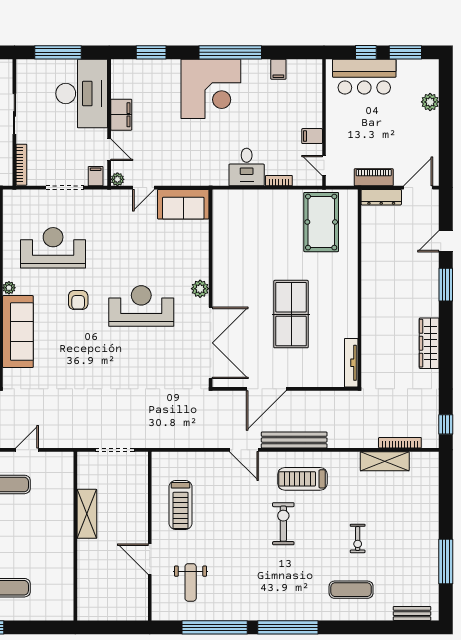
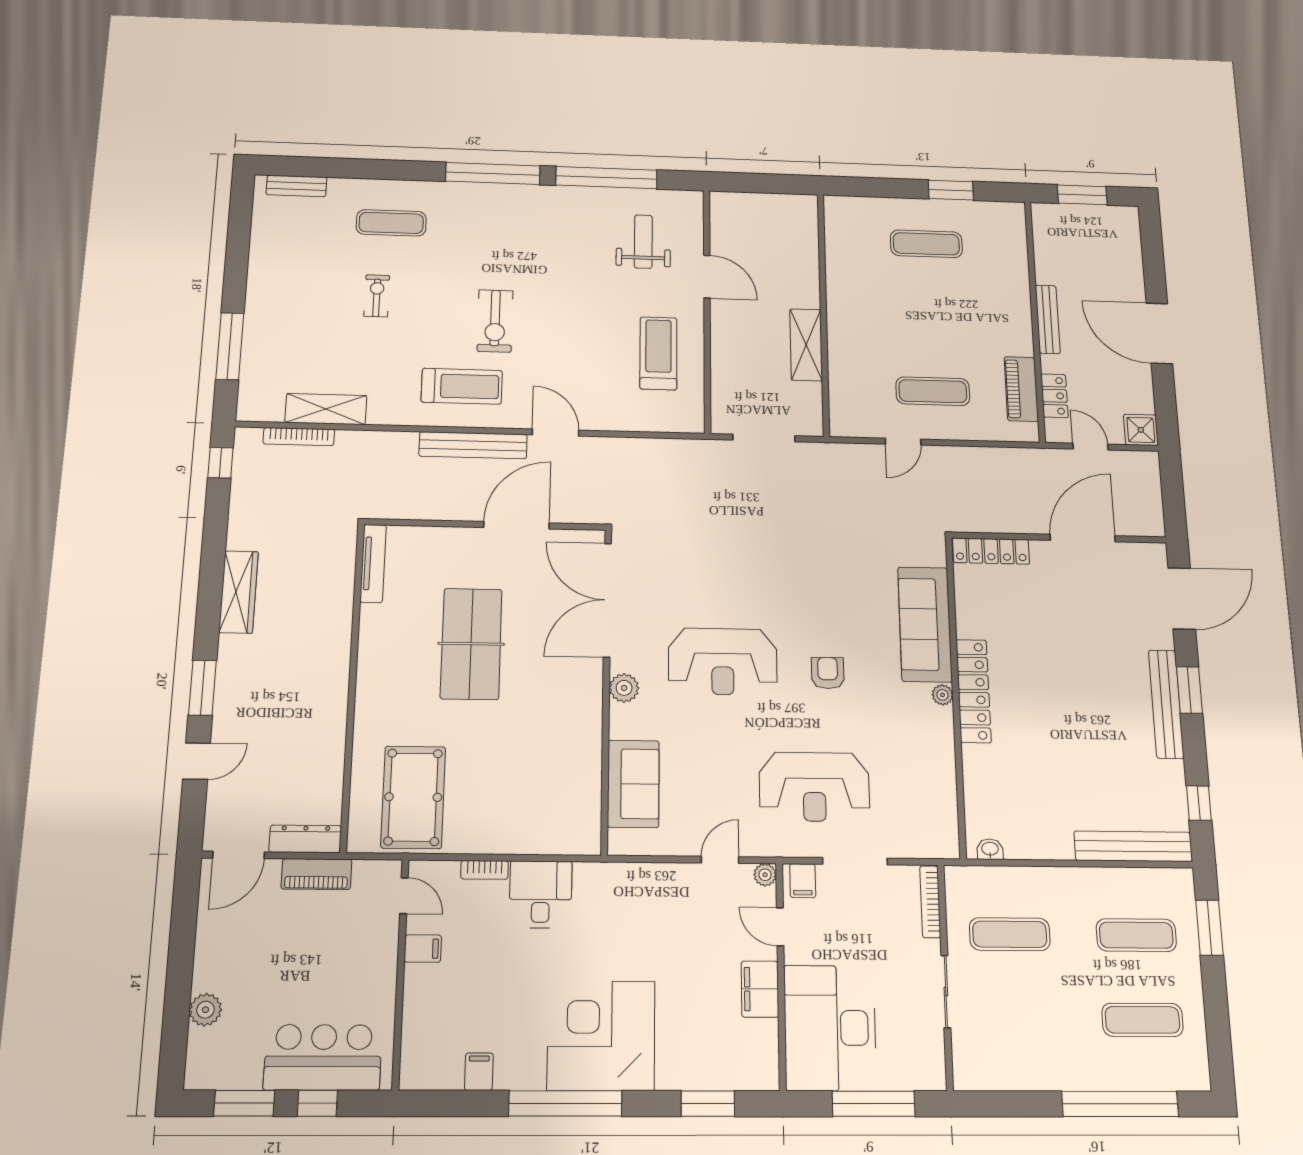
sofa: (183, 204) -> (633, 784), moved, turned 90
reception desk: (53, 248) -> (814, 787), moved
window: (446, 561) -> (230, 346), moved

